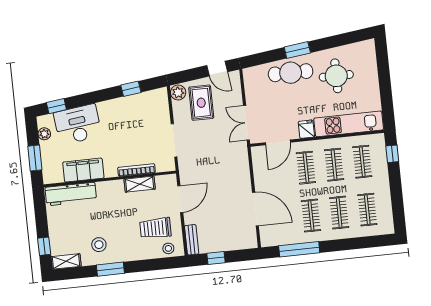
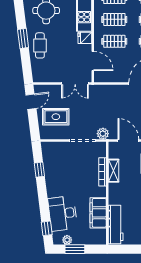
cafe table: (291, 73) -> (40, 45), width x0.73, depth x0.74
plant: (178, 93) -> (103, 134), moved
window: (35, 158) -> (75, 249), moved

